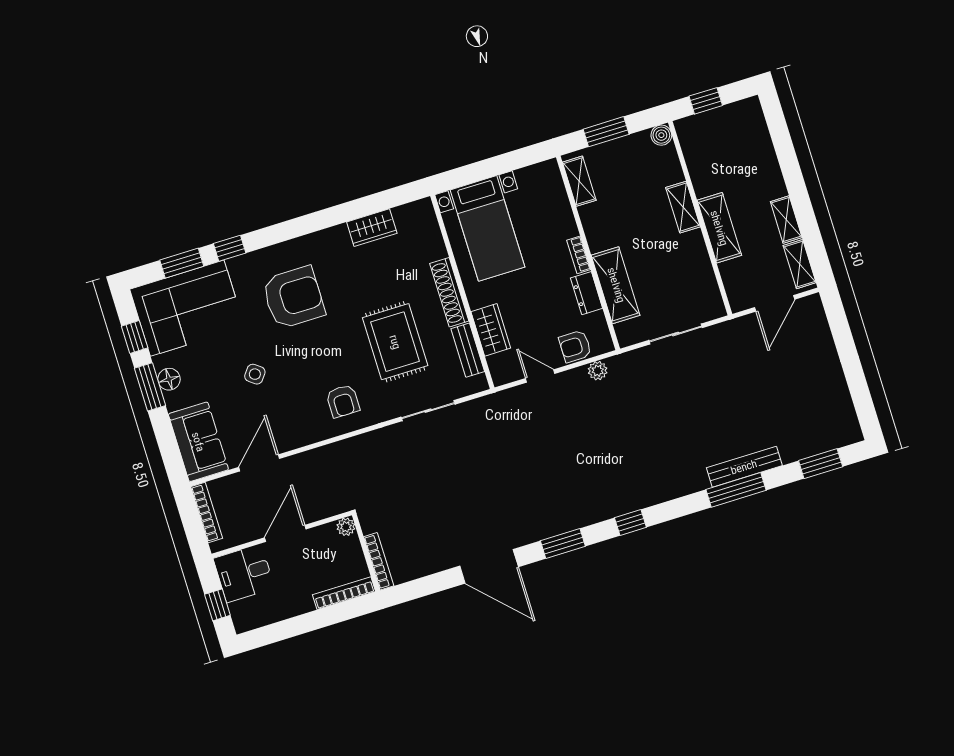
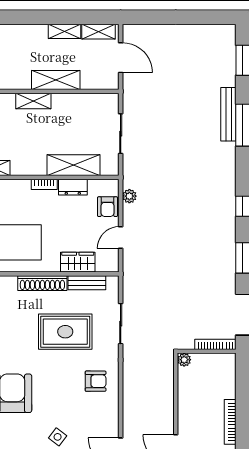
plant: (346, 527) -> (184, 360), moved
wall: (366, 553) -> (207, 351), moved
bookcase: (379, 561) -> (215, 344), moved

